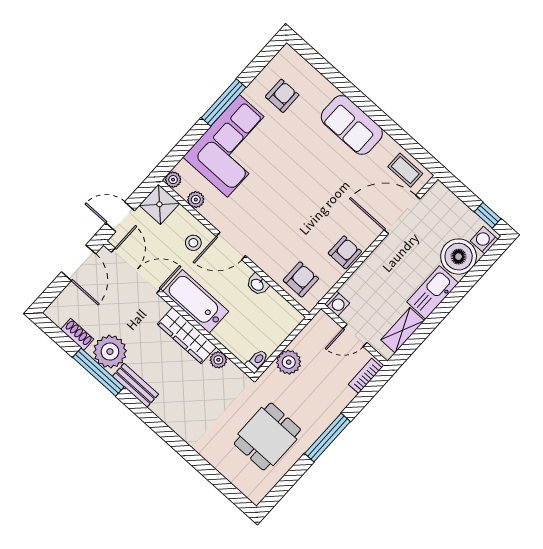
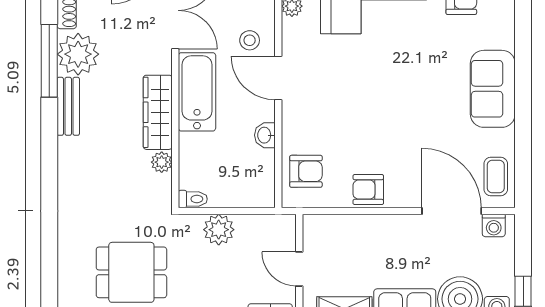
armchair: (345, 252) -> (368, 190), turned 180
washing machine: (337, 304) -> (494, 225), moved

